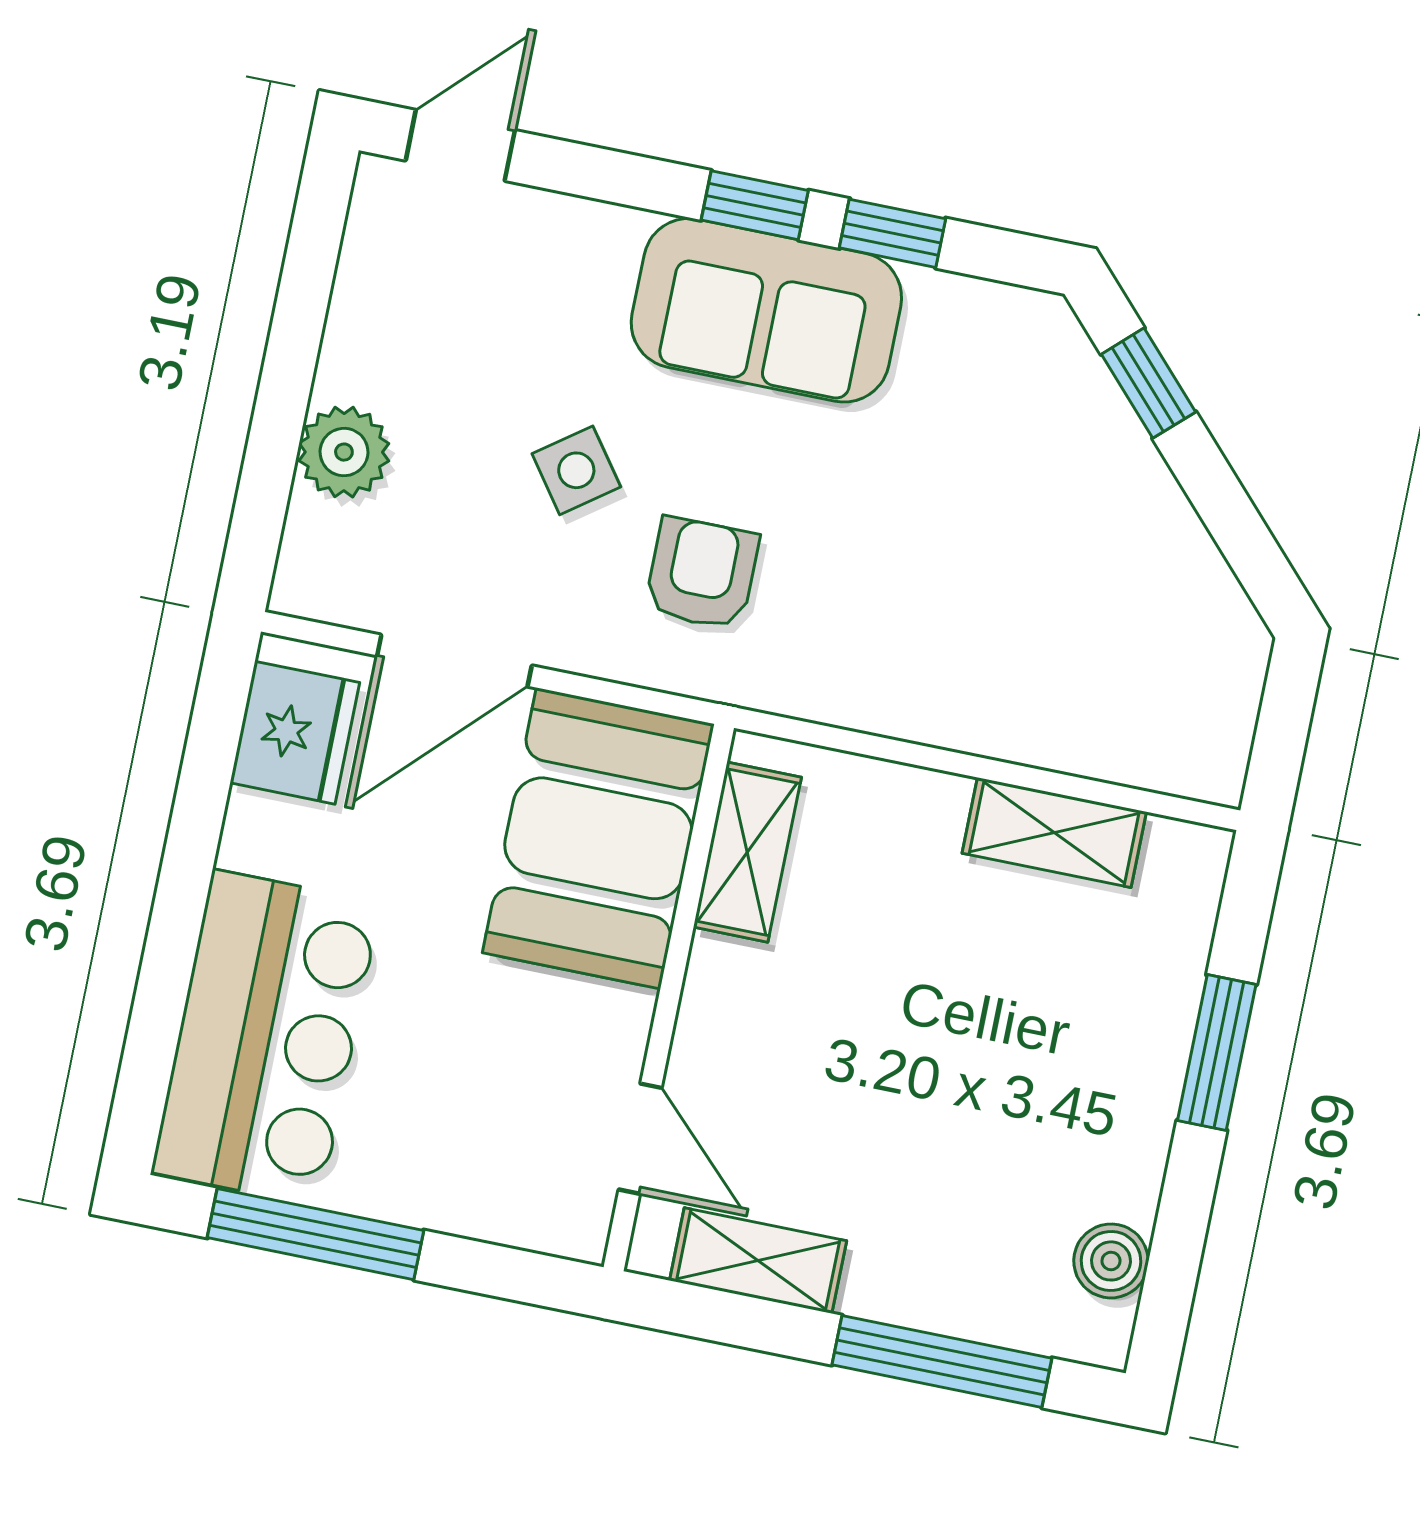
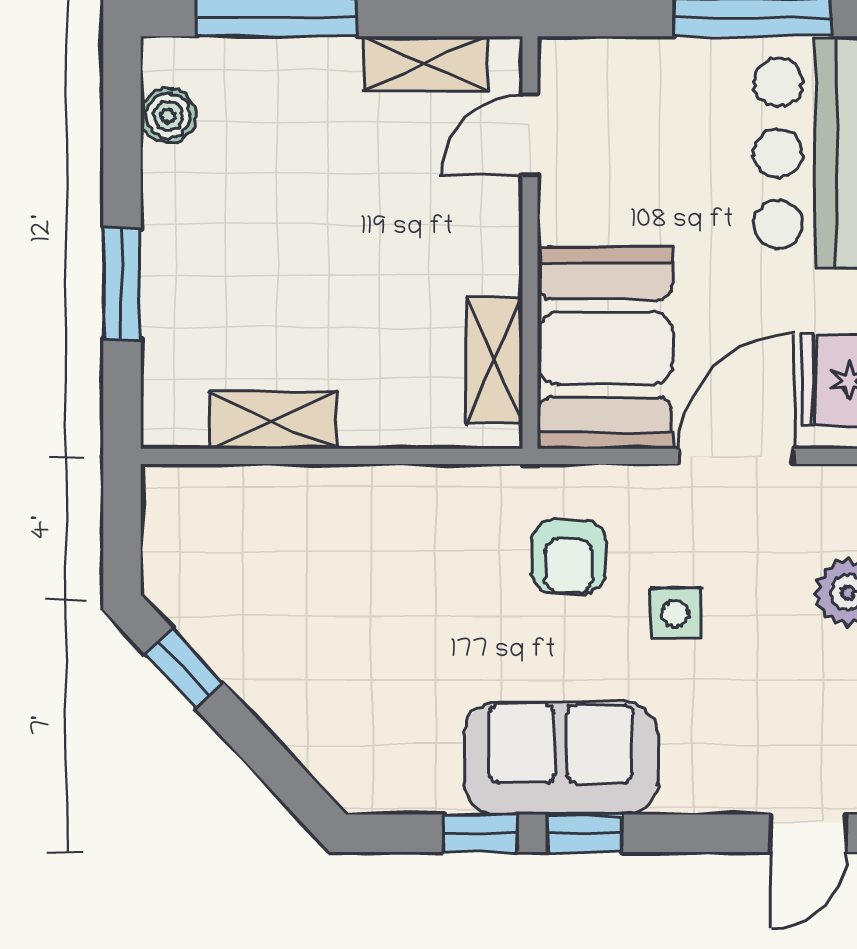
window: (1148, 383) -> (184, 669), moved
side table: (576, 470) -> (676, 613), turned 36
door: (640, 1139) -> (530, 135), hinge flipped

